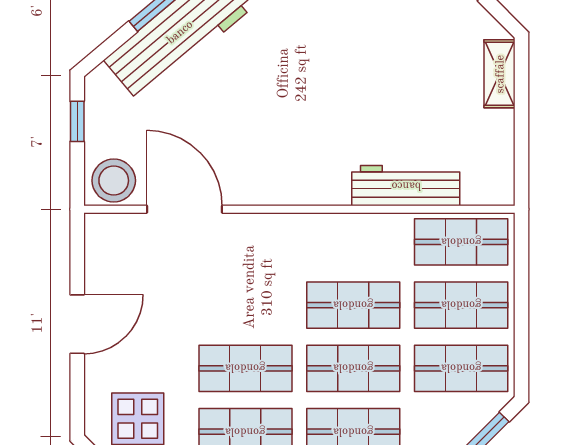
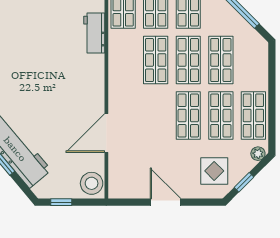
workbench: (406, 186) -> (94, 33), width x0.73
door: (185, 209) -> (106, 133), moved

